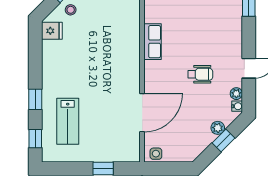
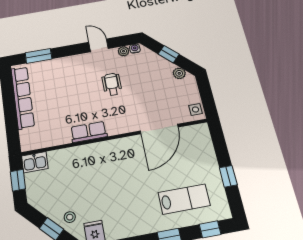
door: (142, 113) -> (159, 129), swing flipped
plant: (218, 128) -> (179, 73), moved
window: (103, 168) -> (228, 176), moved

